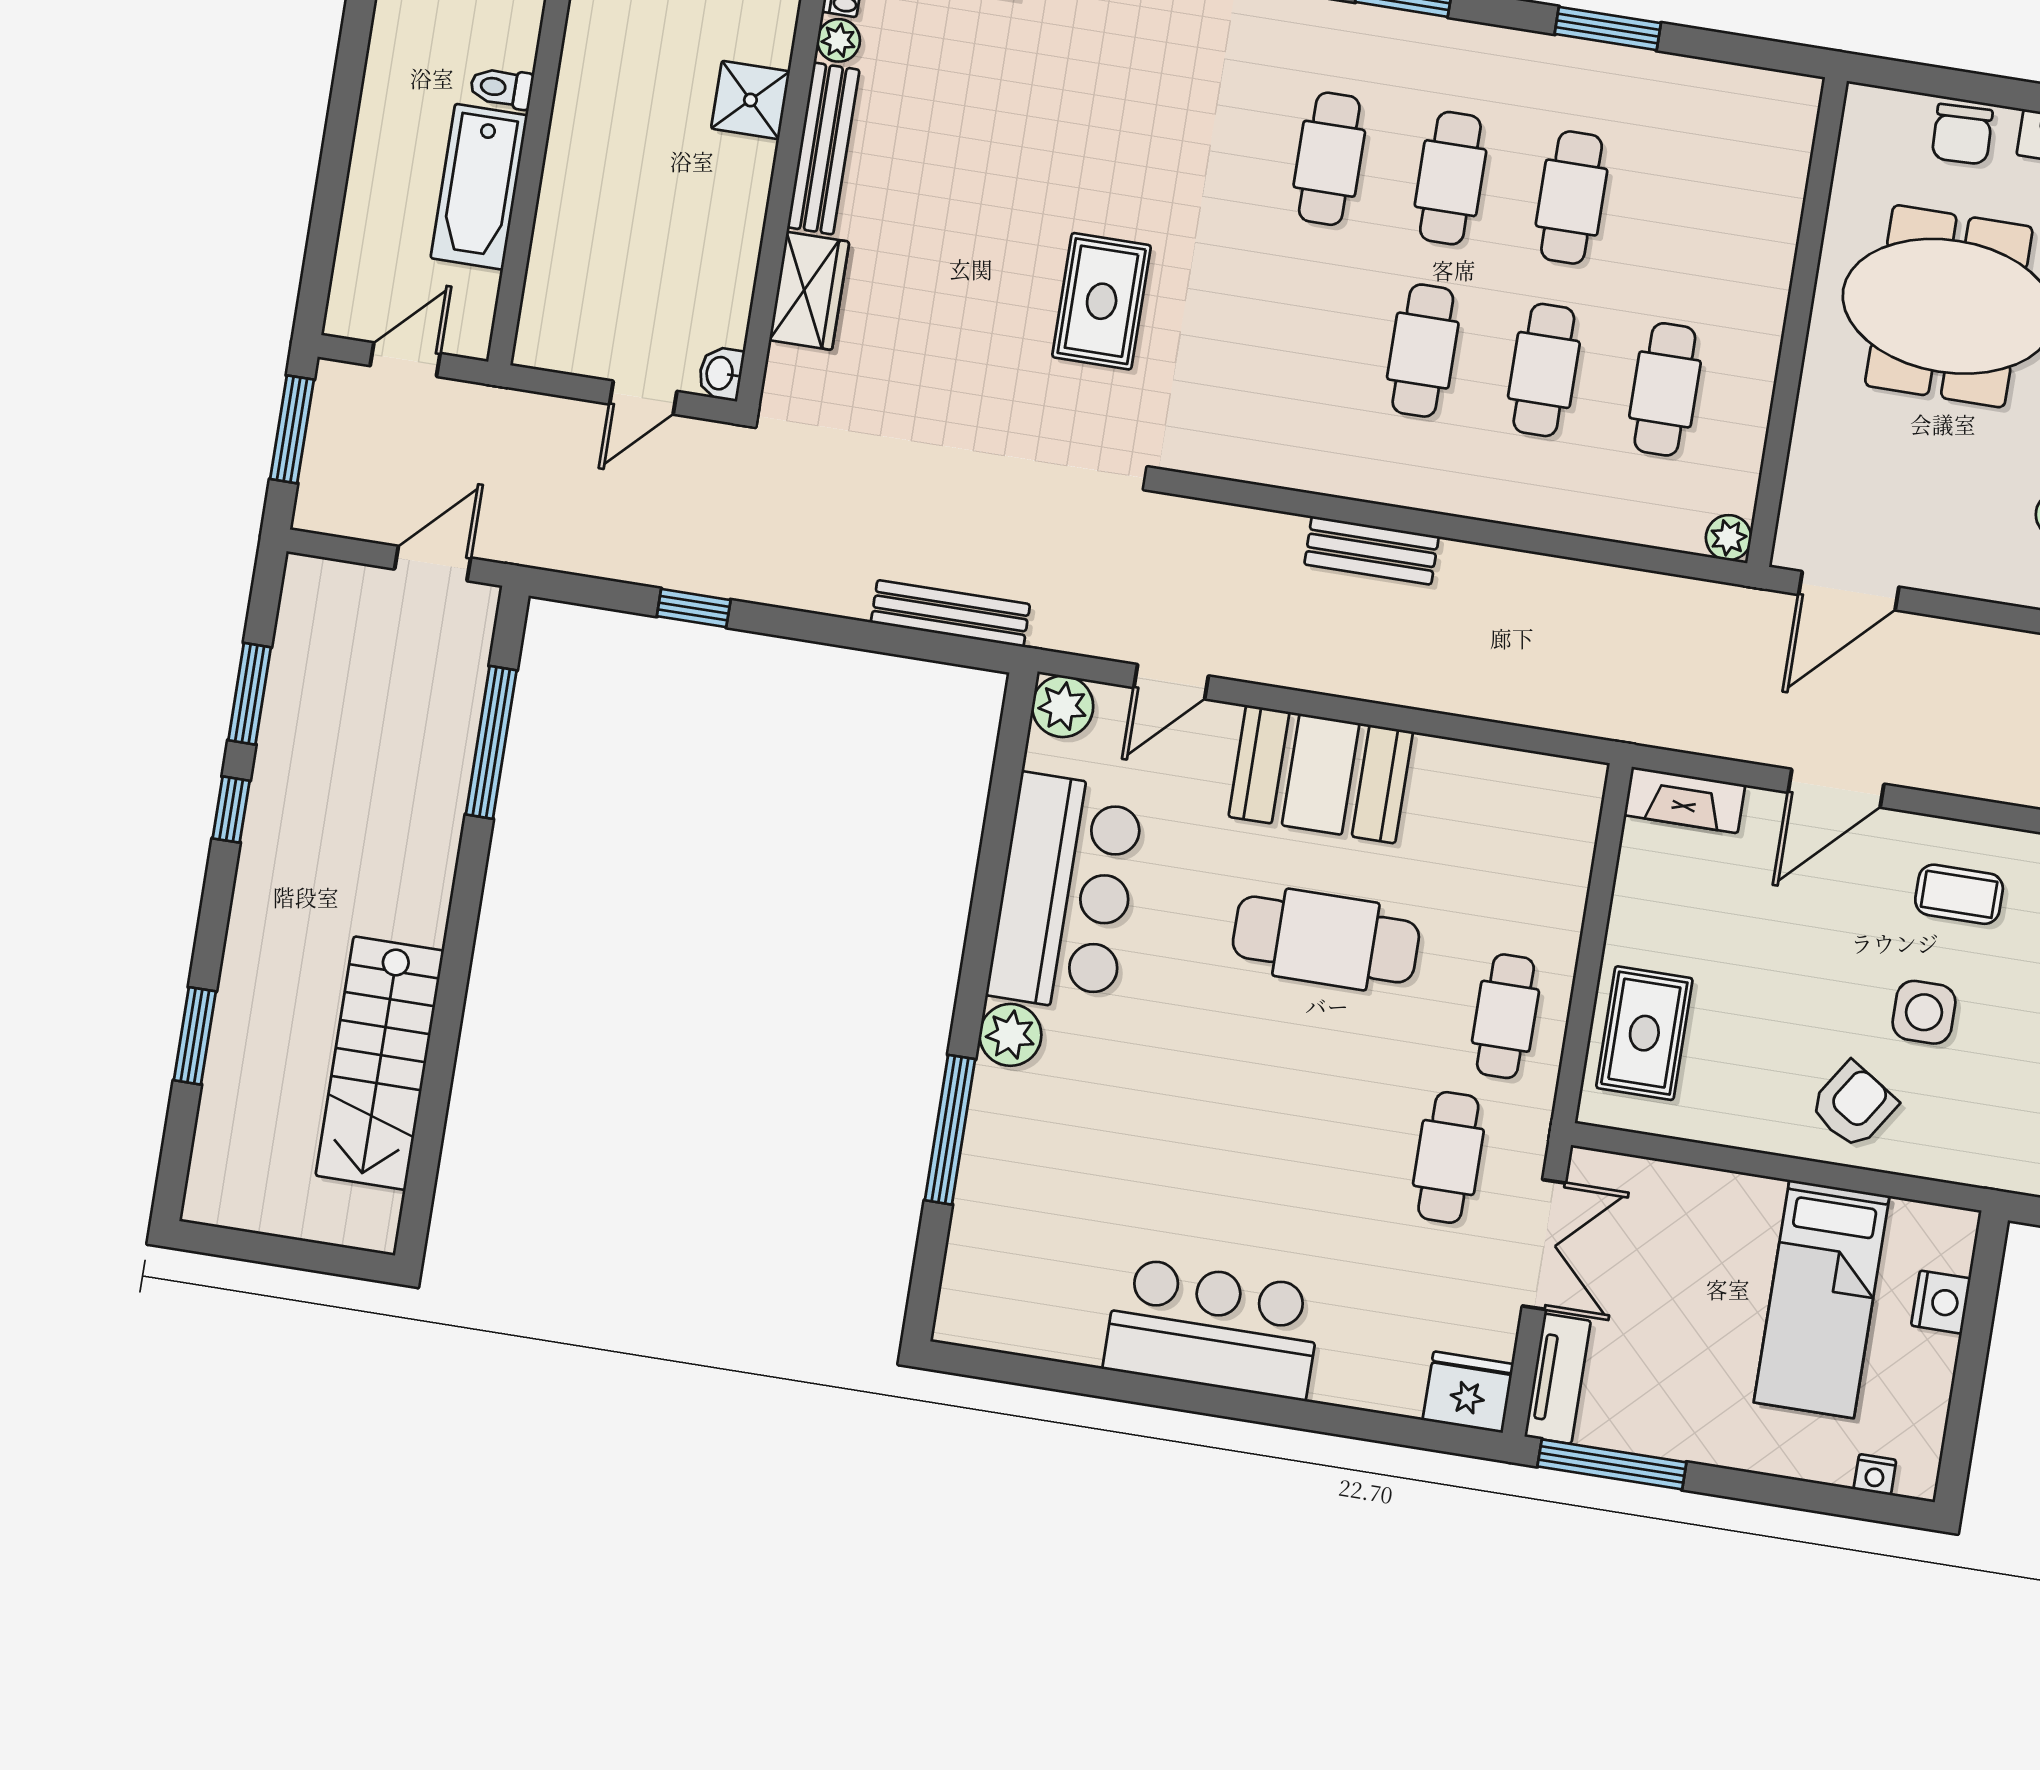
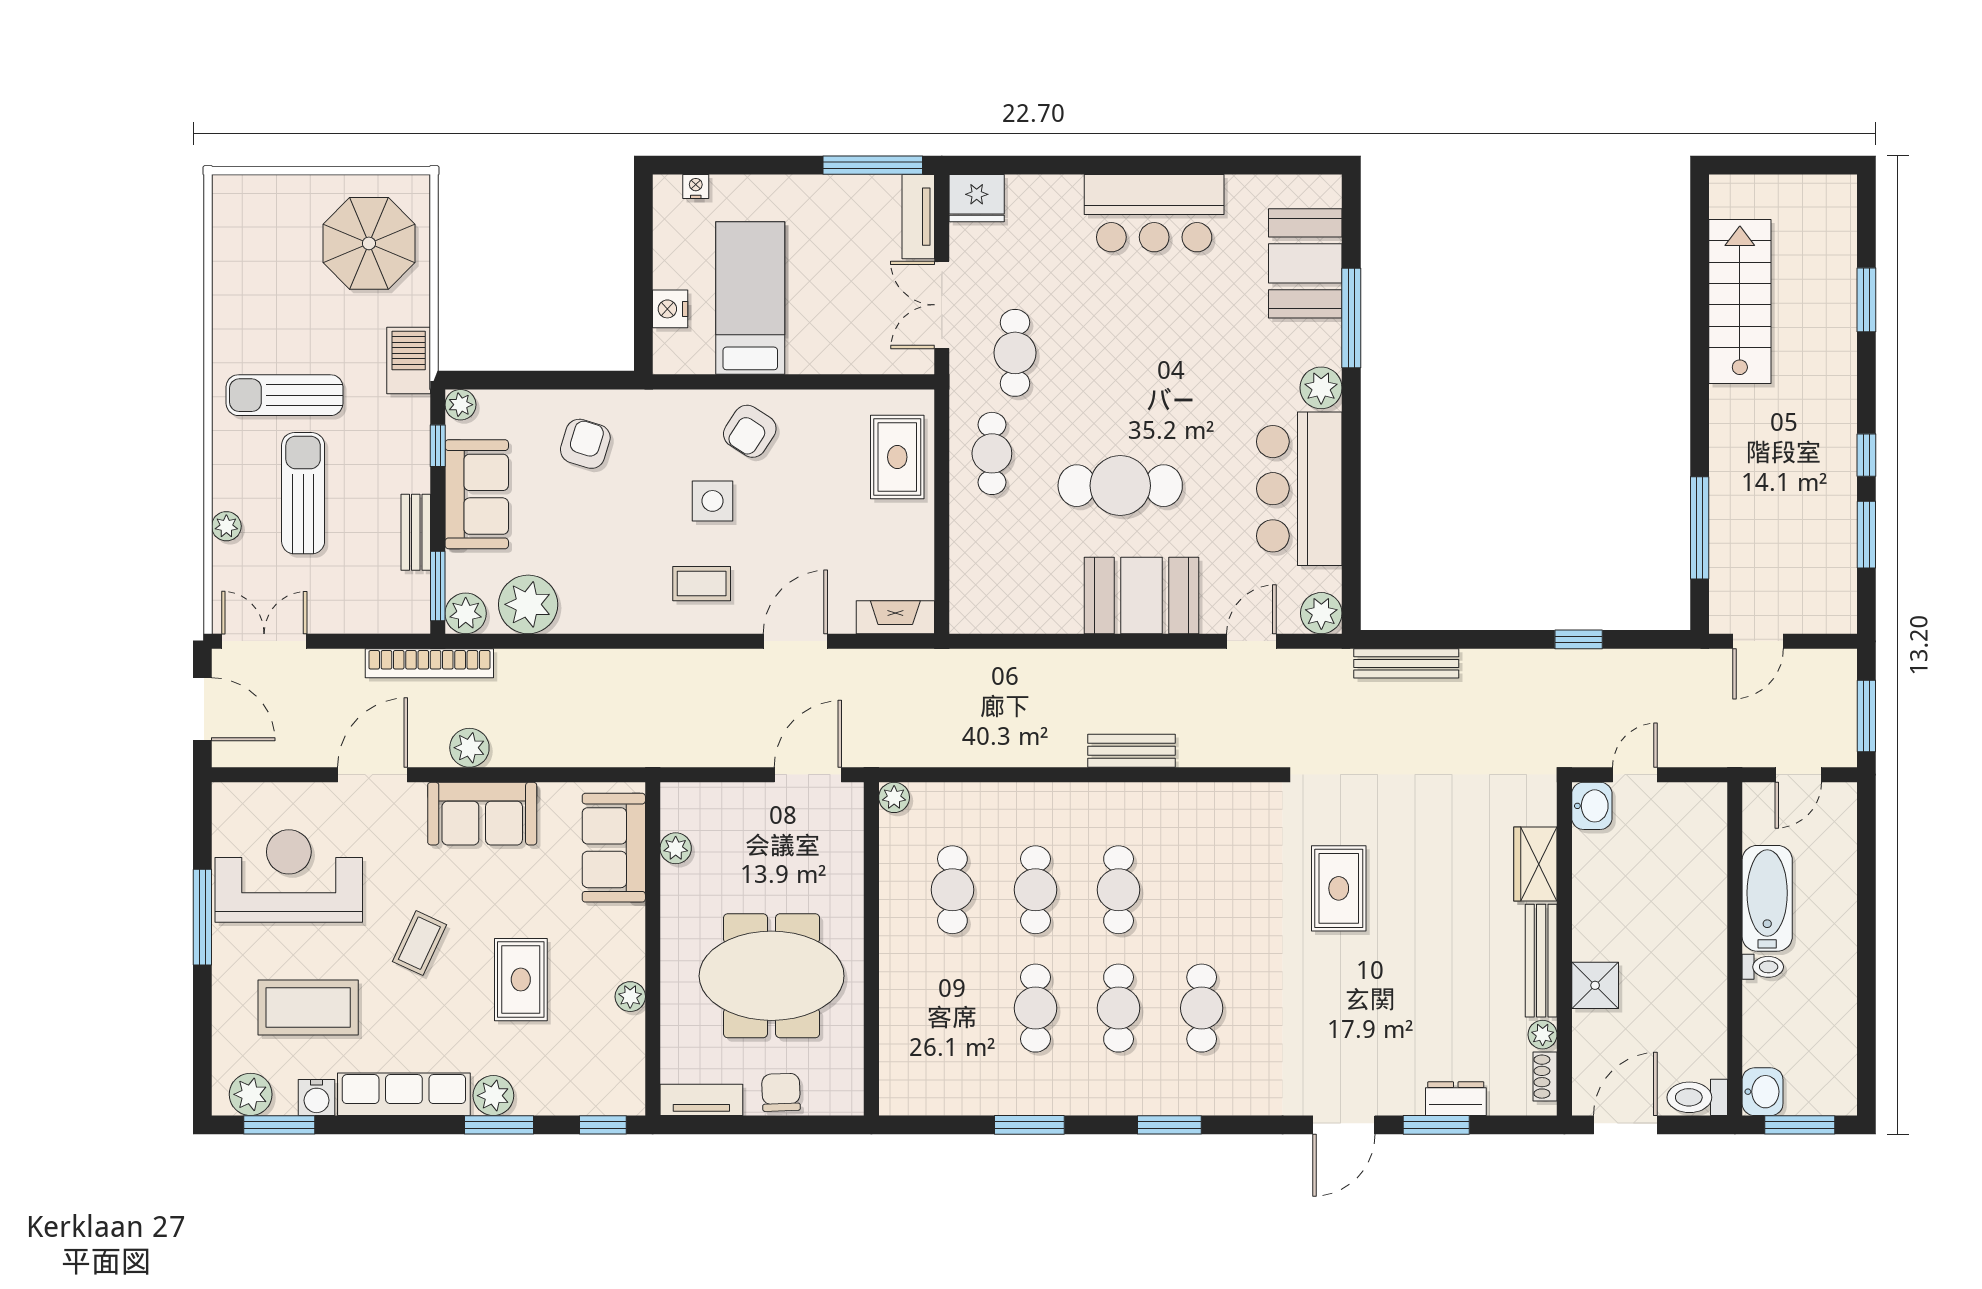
washbasin: (721, 373) -> (1592, 806), width x1.38, depth x1.45
booth: (1004, 1220) -> (1305, 263), added

